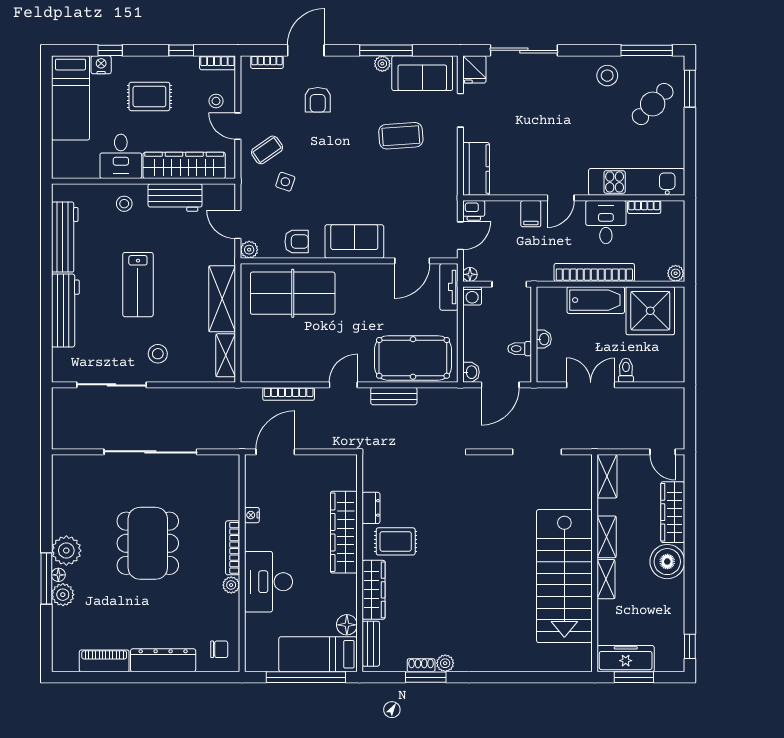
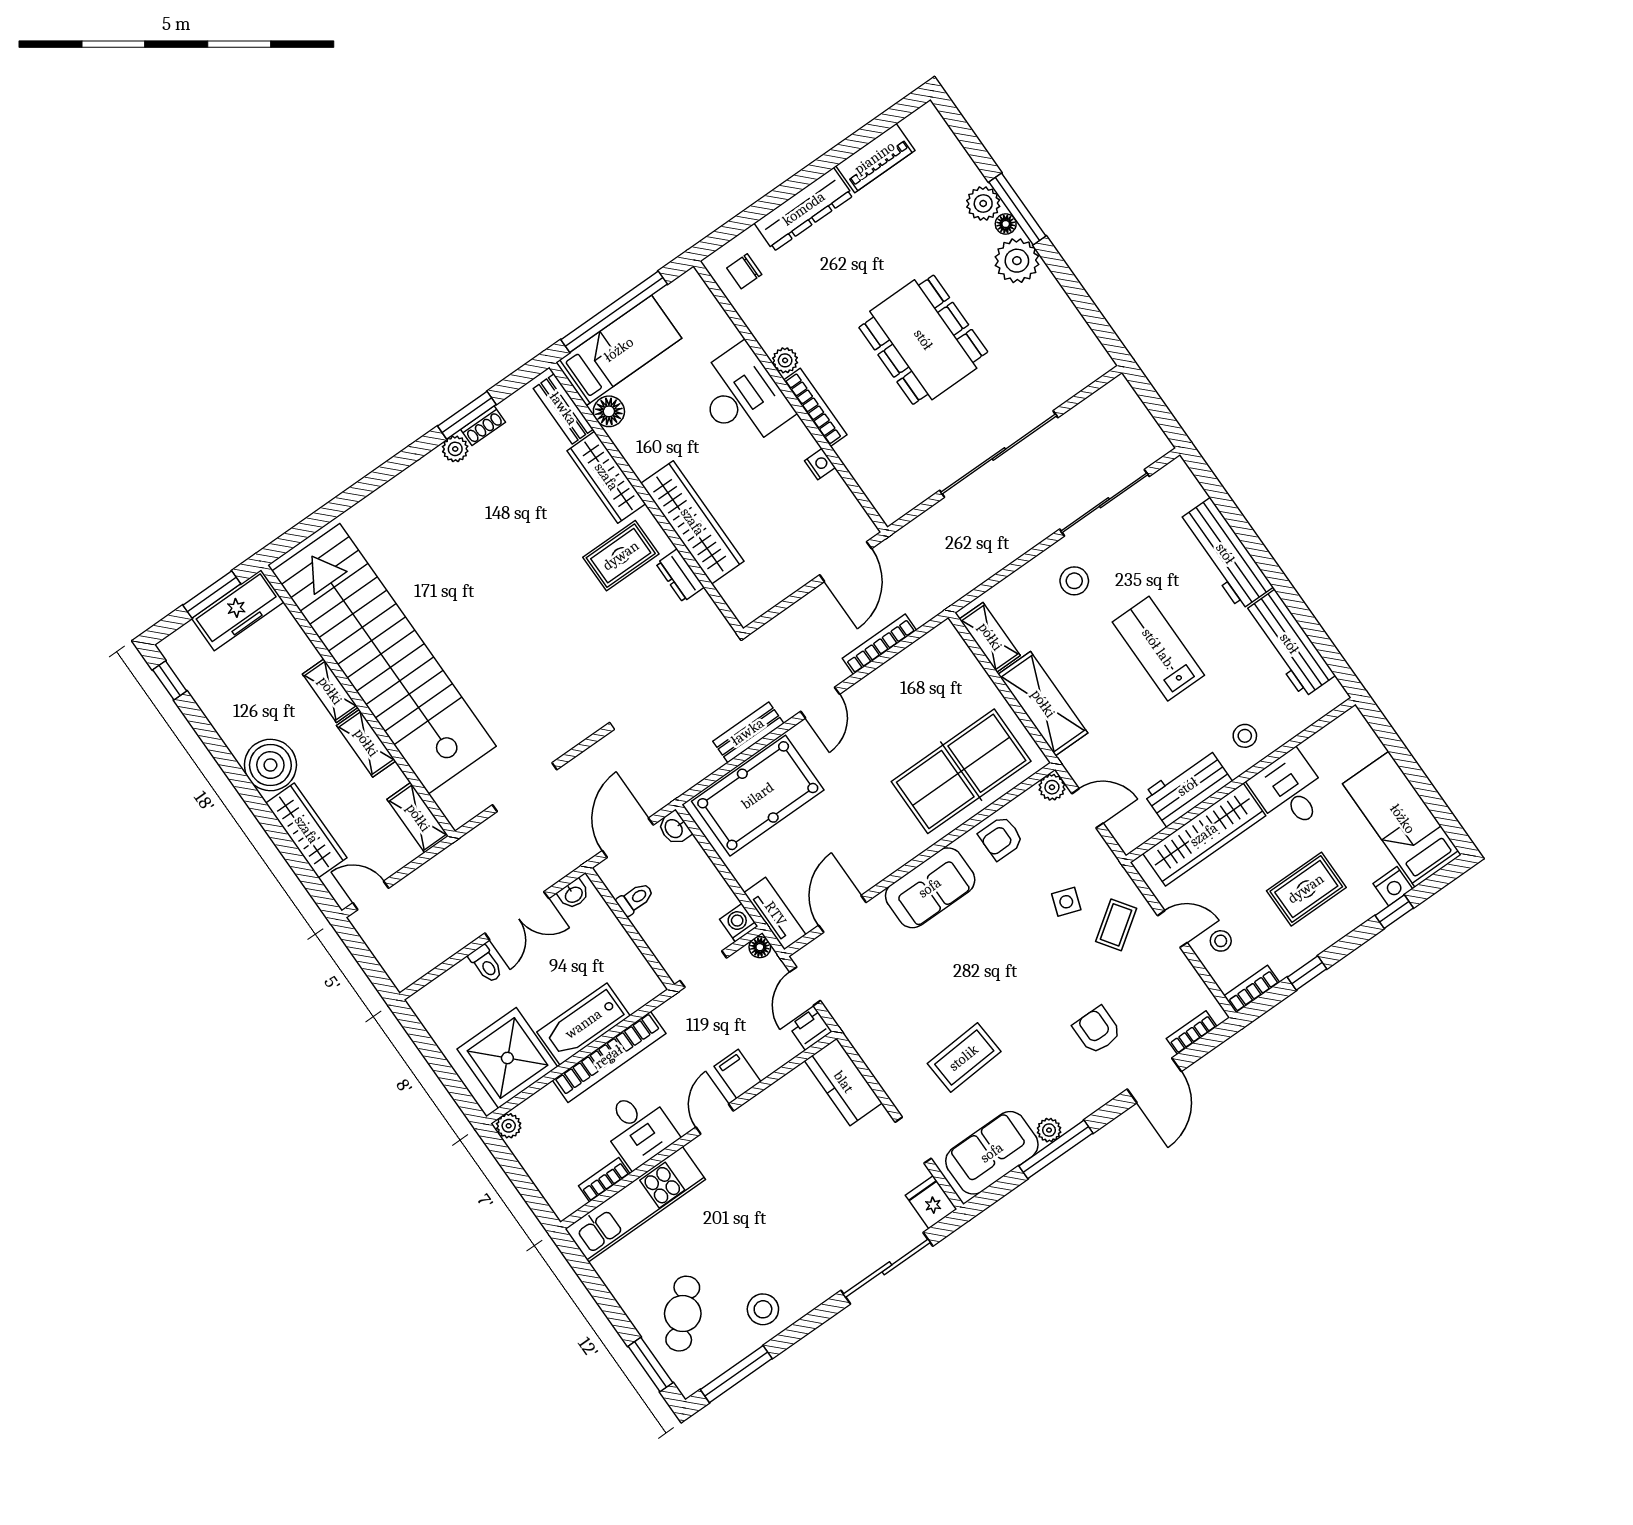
washbasin: (544, 339) -> (573, 894), moved, turned -90
stairs: (564, 576) -> (384, 659), width x1.36

